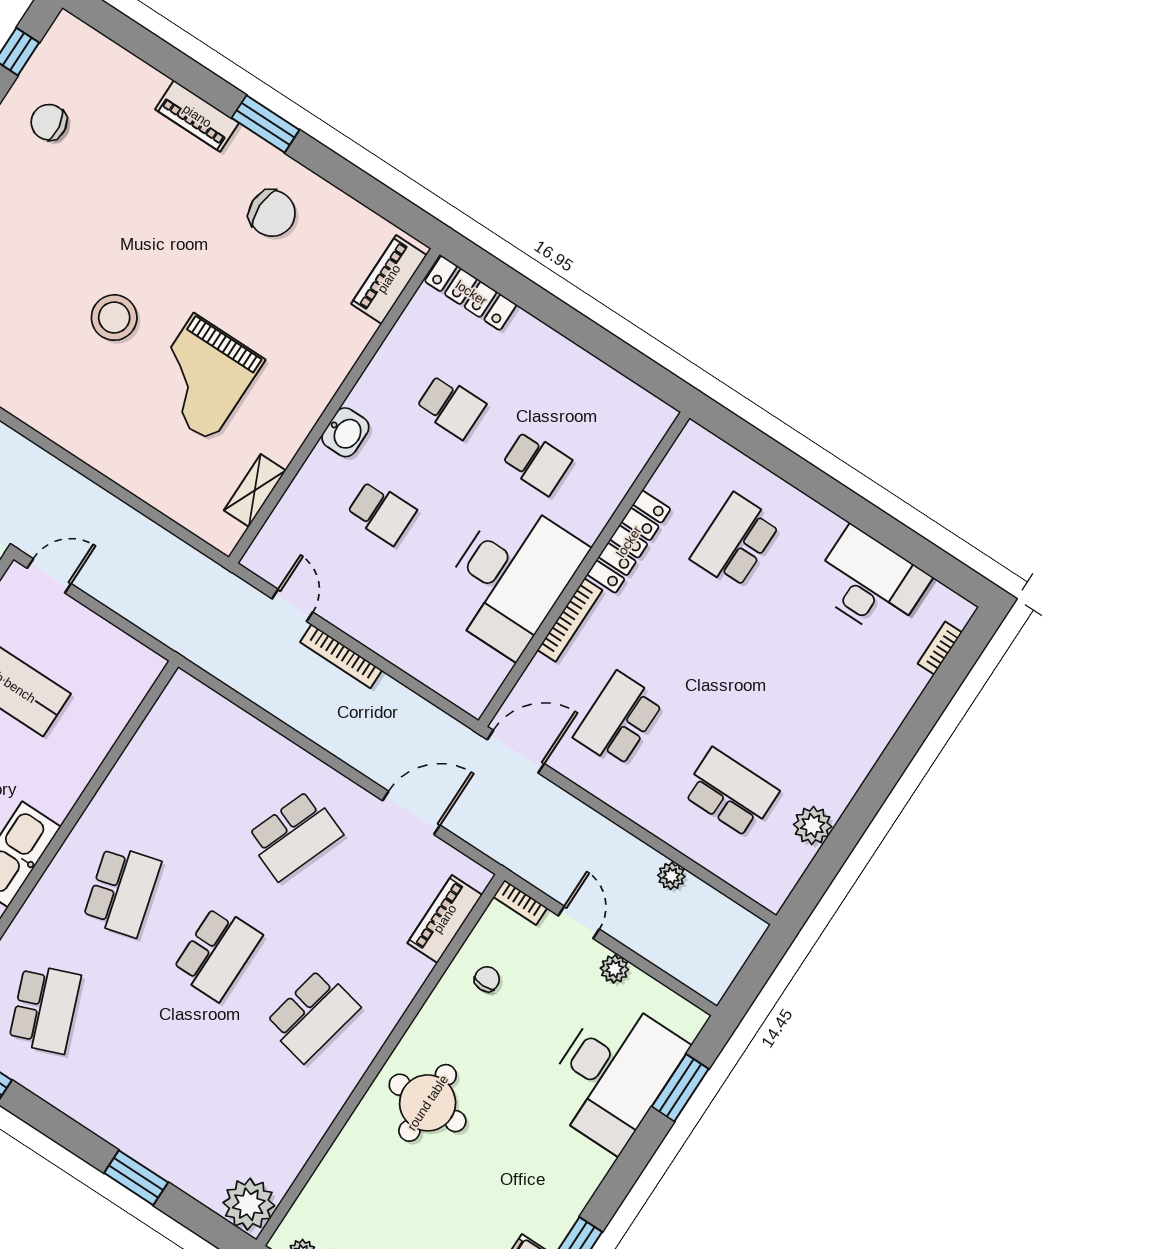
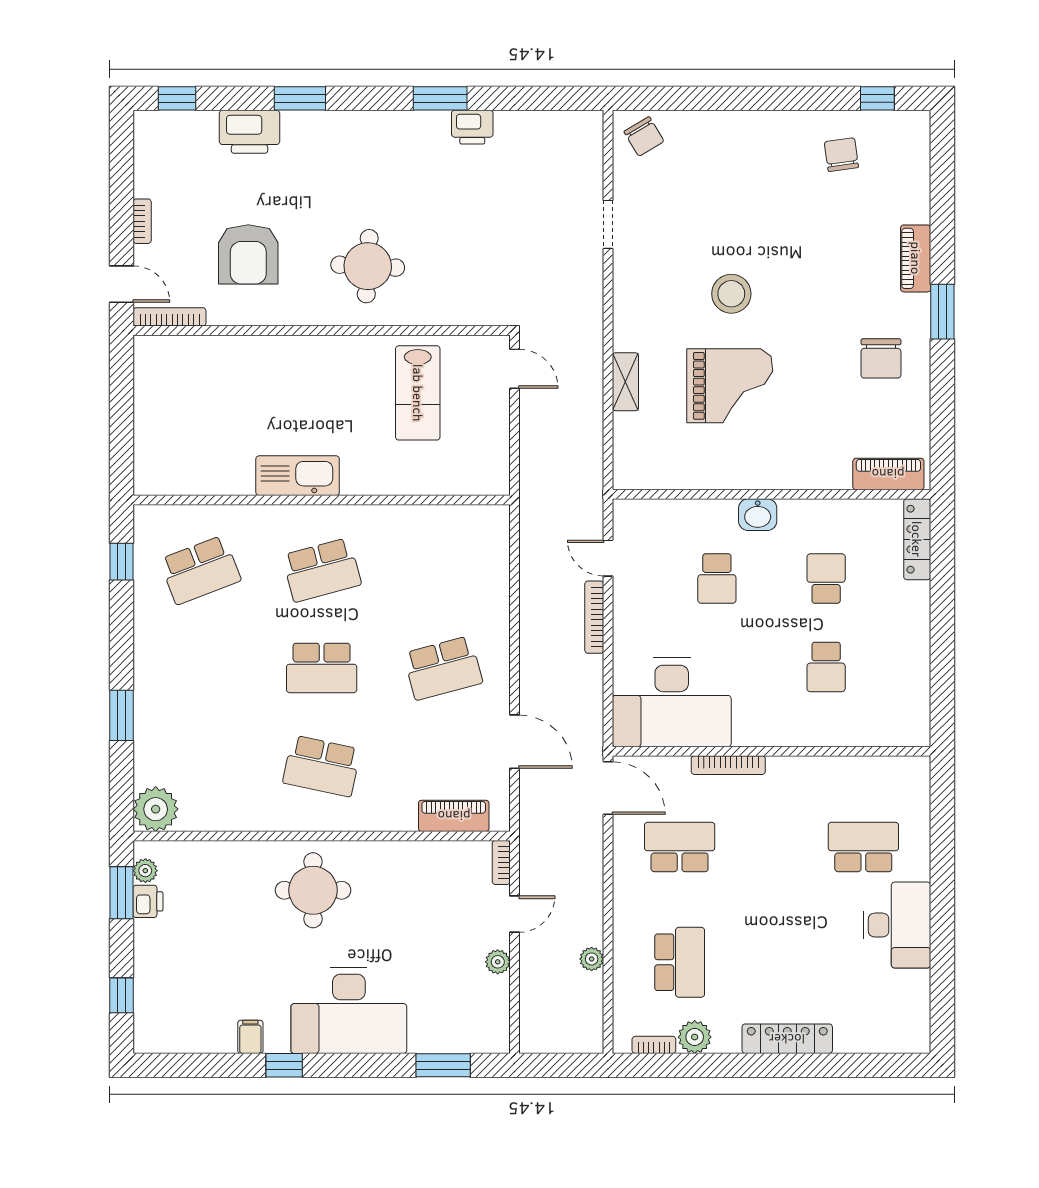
grand piano: (203, 378) -> (730, 386), turned 180
school desk: (451, 406) -> (826, 578), turned 180
shelving: (255, 490) -> (625, 382), moved, turned 90
locker: (629, 542) -> (787, 1039), moved, turned 180
desk: (511, 577) -> (672, 702), moved
desk: (870, 583) -> (897, 925), moved
door: (292, 605) -> (608, 558), swing flipped
bookcase: (940, 648) -> (654, 1045), moved
school desk: (294, 835) -> (443, 668), turned -36
chair: (487, 979) -> (430, 875), removed
desk: (613, 1074) -> (349, 1010), moved

